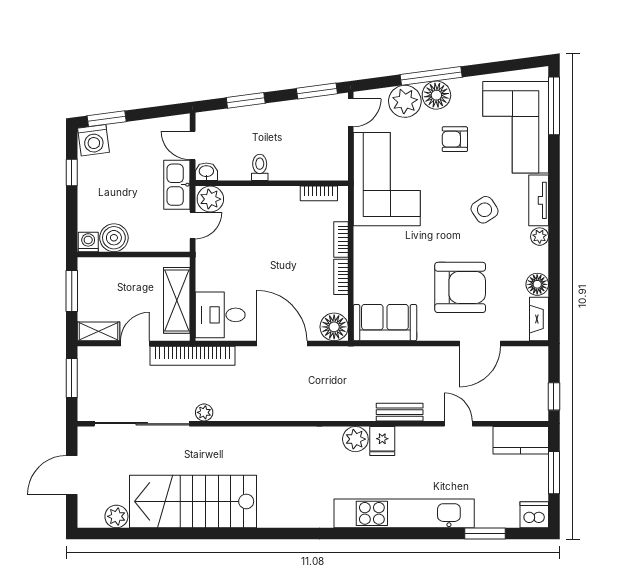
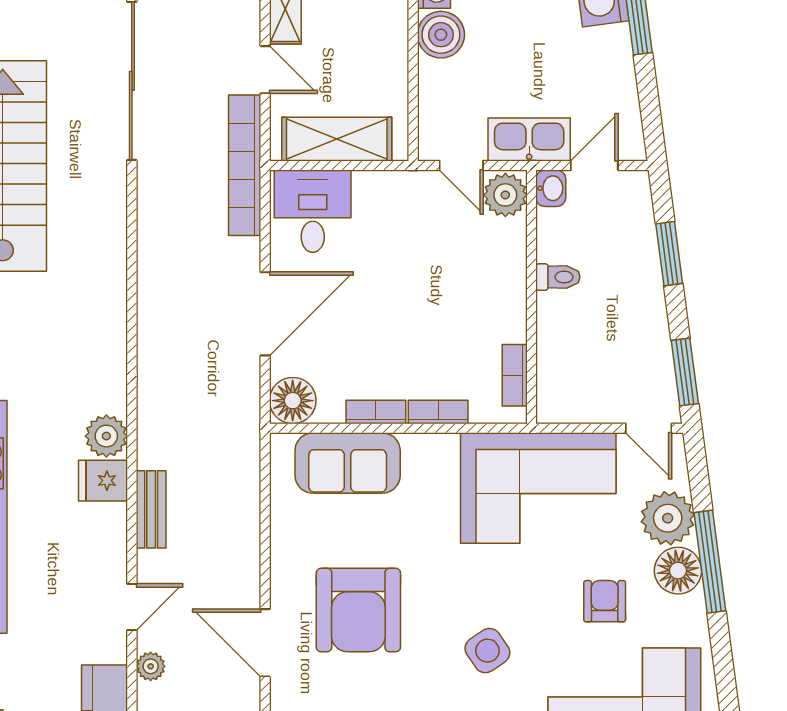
sofa: (385, 323) -> (348, 463), moved, turned 90
plant: (204, 412) -> (151, 666), moved

